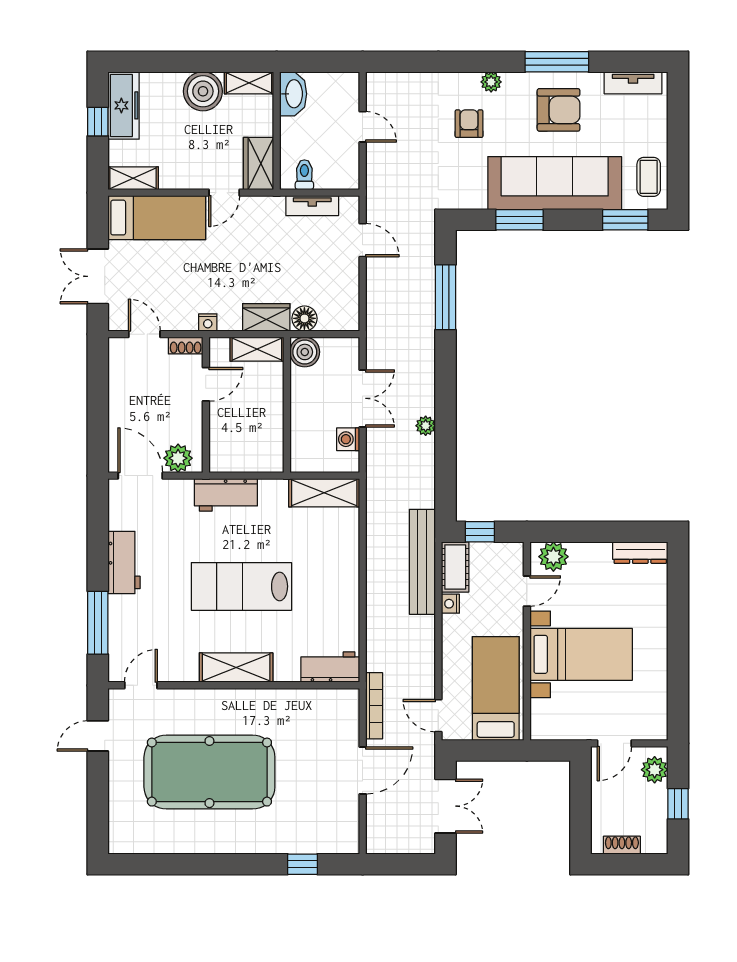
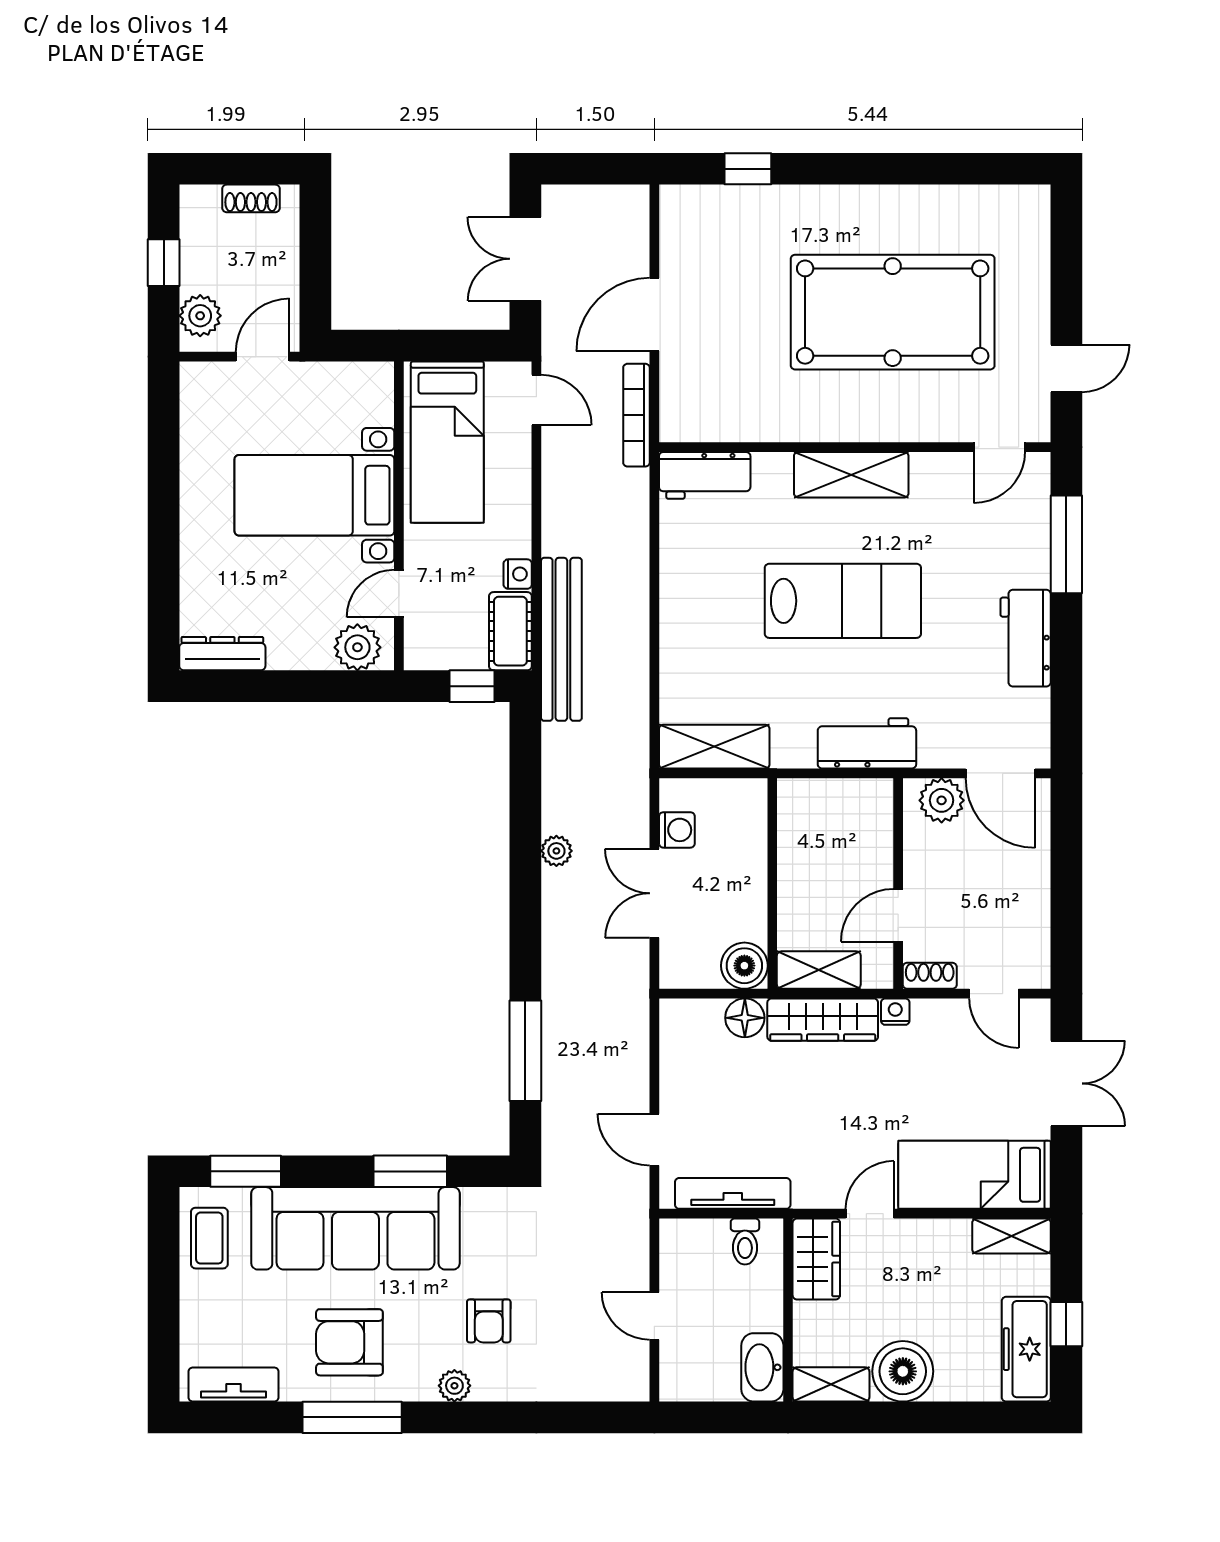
tv unit: (312, 206) -> (733, 1193), width x1.41
wardrobe: (266, 317) -> (823, 1020), width x1.50

